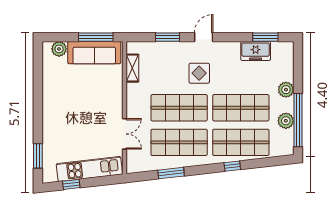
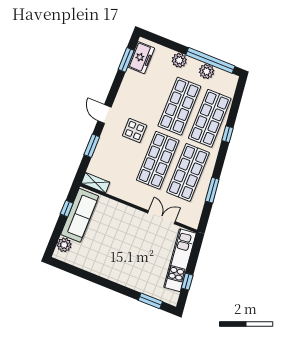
window: (96, 37) -> (67, 208), width x0.46
freezer: (256, 51) -> (141, 58), moved
shelving: (132, 68) -> (95, 183), moved

